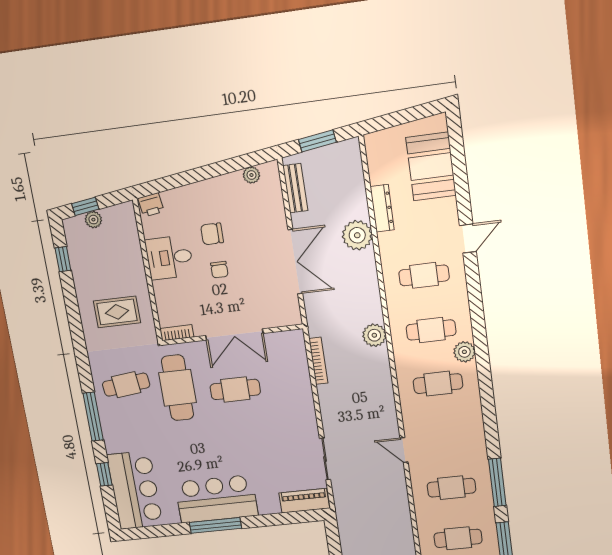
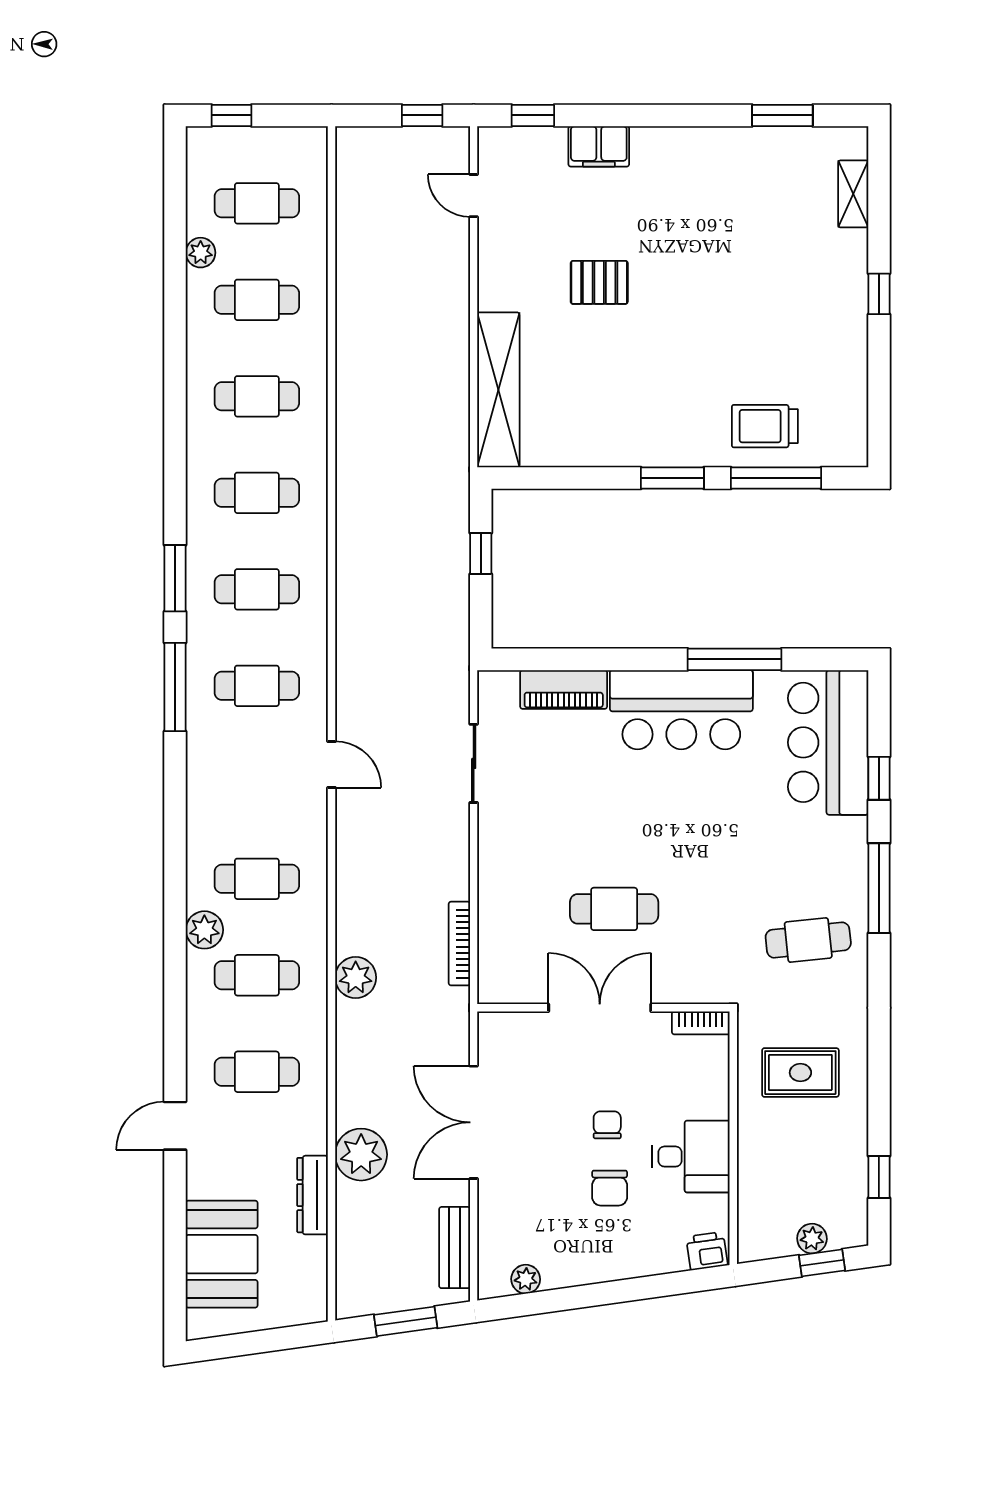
chair: (212, 234) -> (610, 1188), turned 90
cafe table: (178, 388) -> (717, 924), removed
piano: (304, 501) -> (564, 689), moved
window: (215, 525) -> (734, 659), moved

